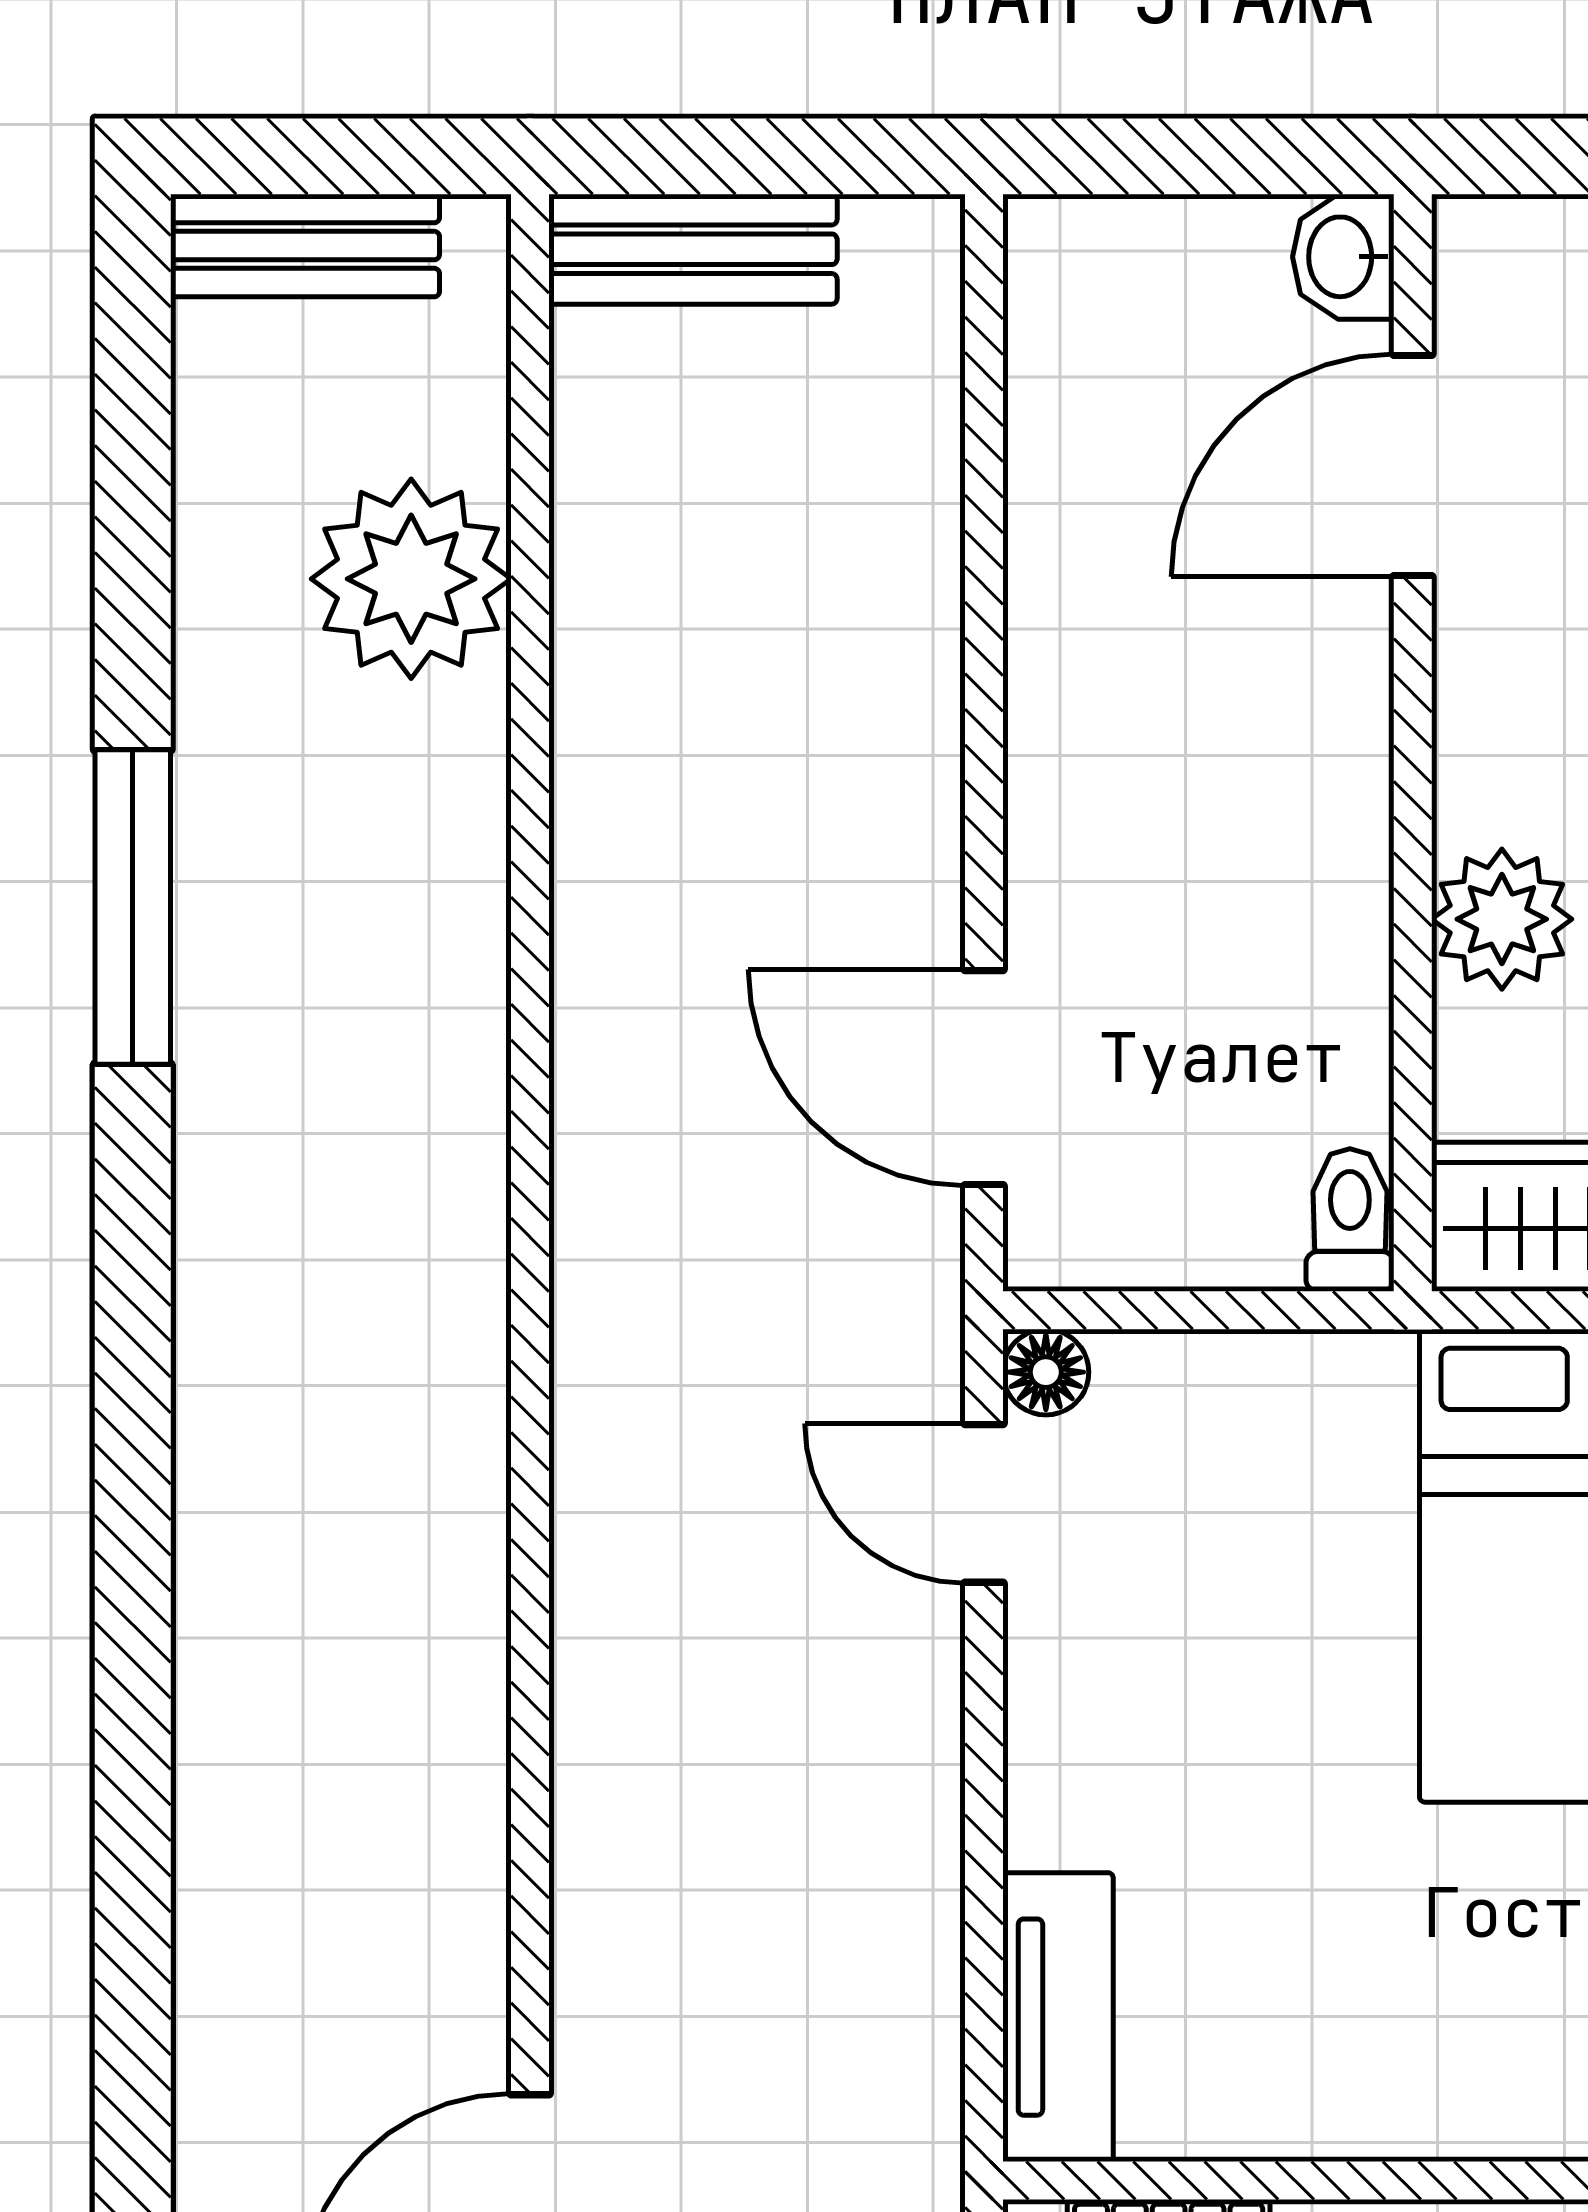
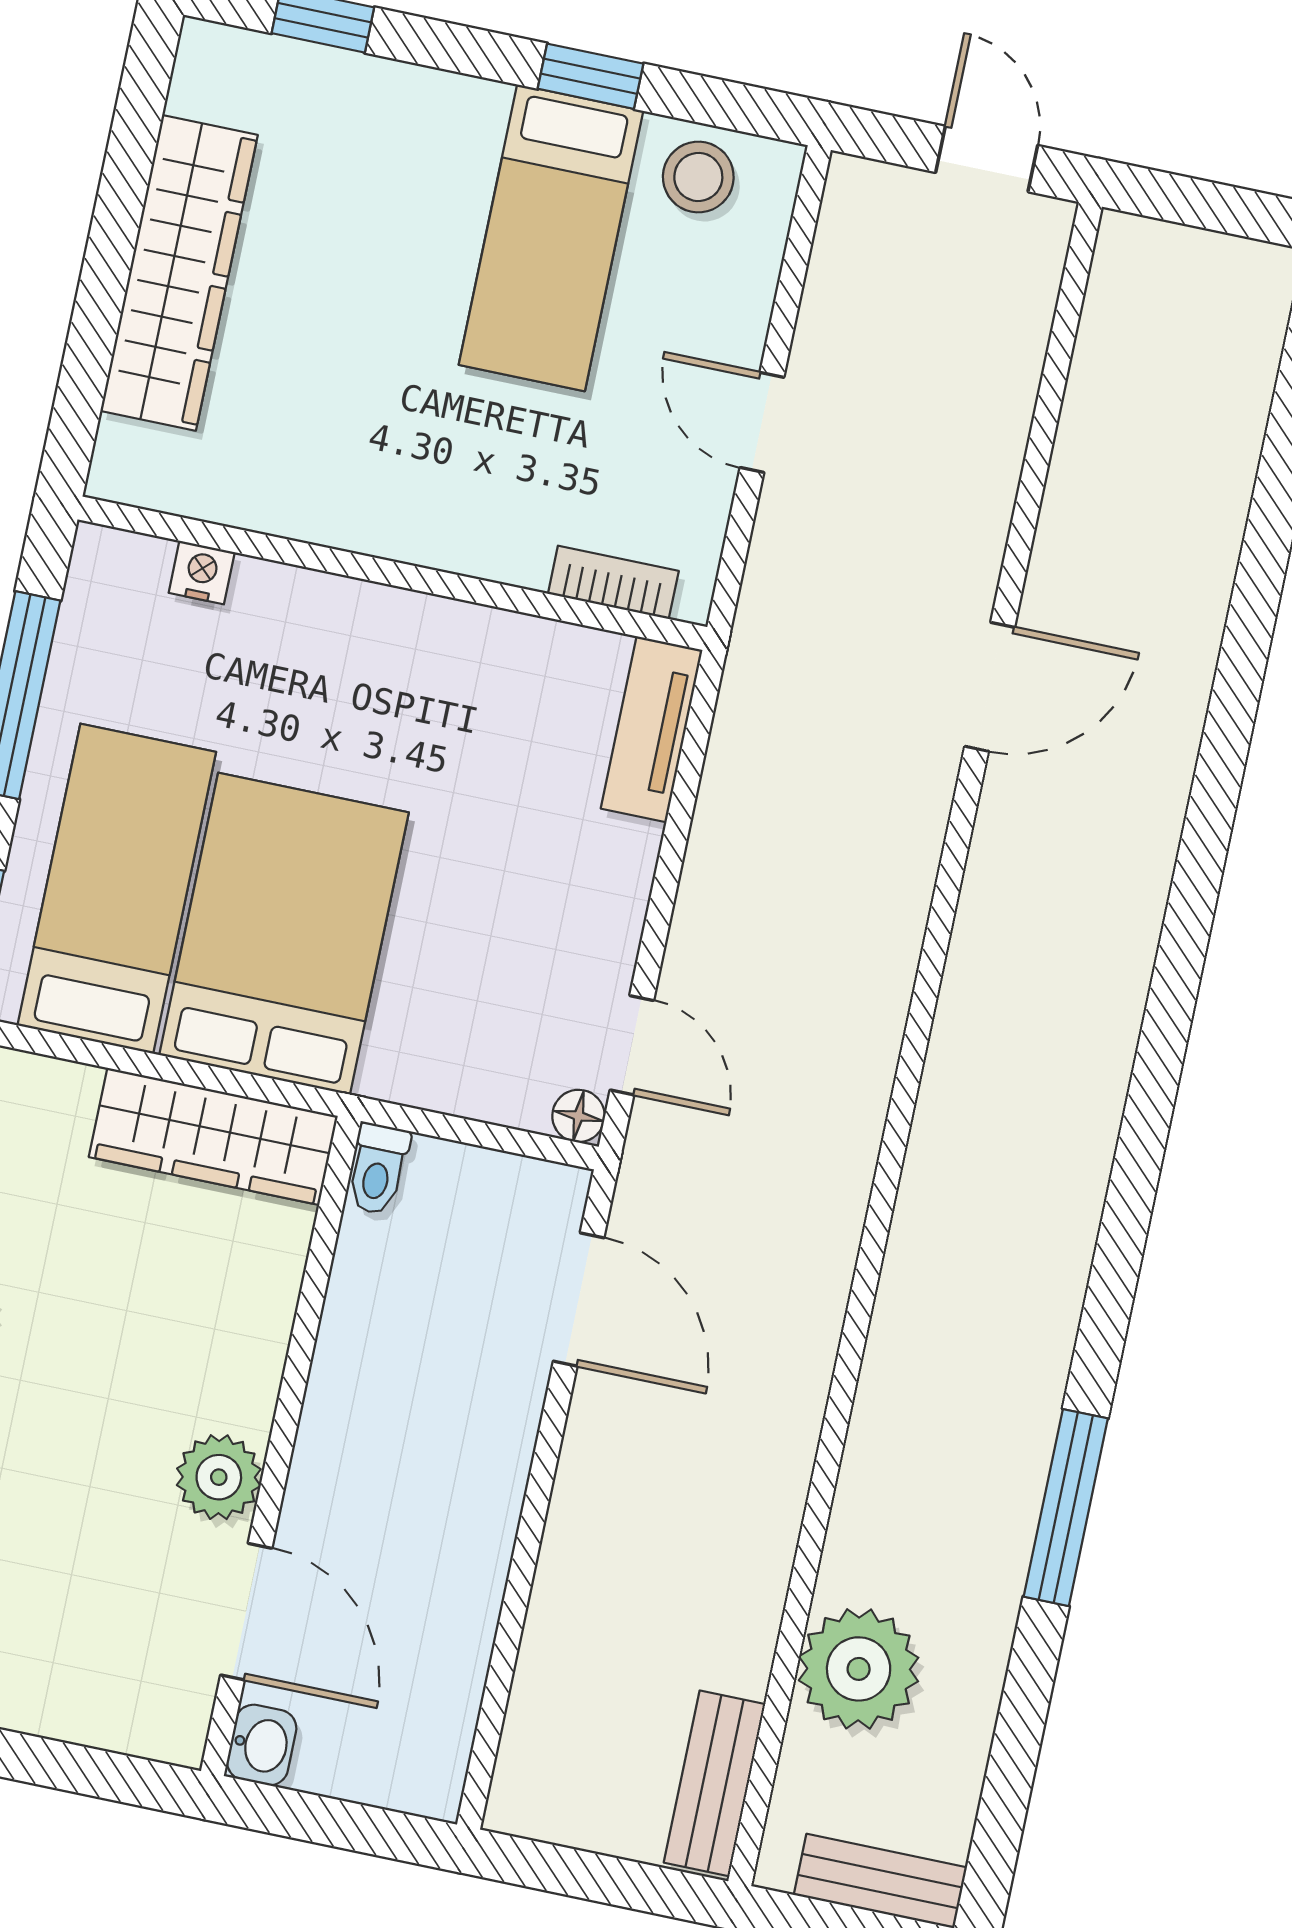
bench: (693, 249) -> (714, 1783), moved, turned 90
door: (1413, 465) -> (246, 1612), hinge flipped
plant: (1502, 919) -> (219, 1477), moved

